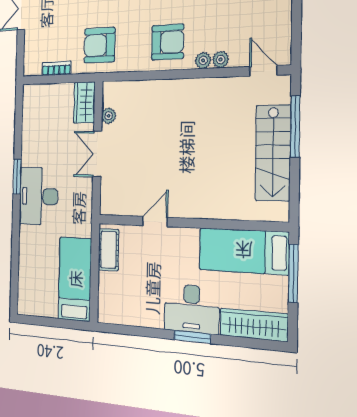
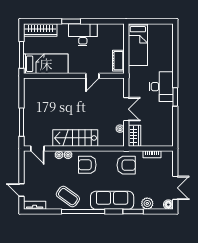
stairs: (273, 153) -> (75, 138), moved, turned -90
desk: (192, 309) -> (83, 35), moved

